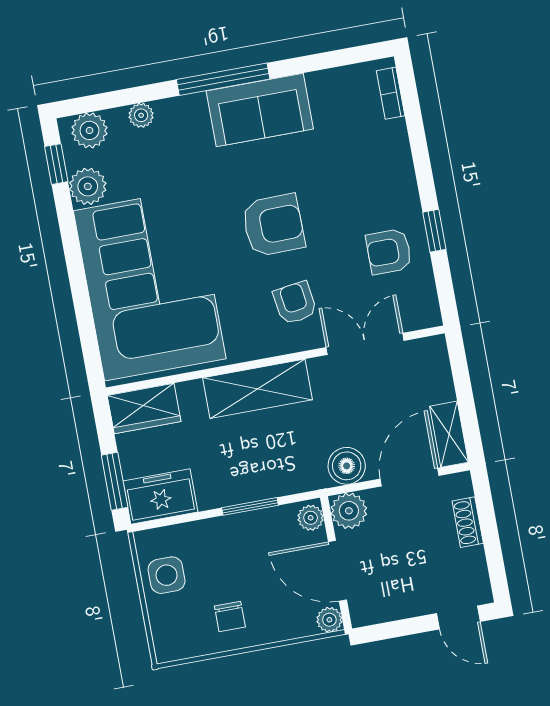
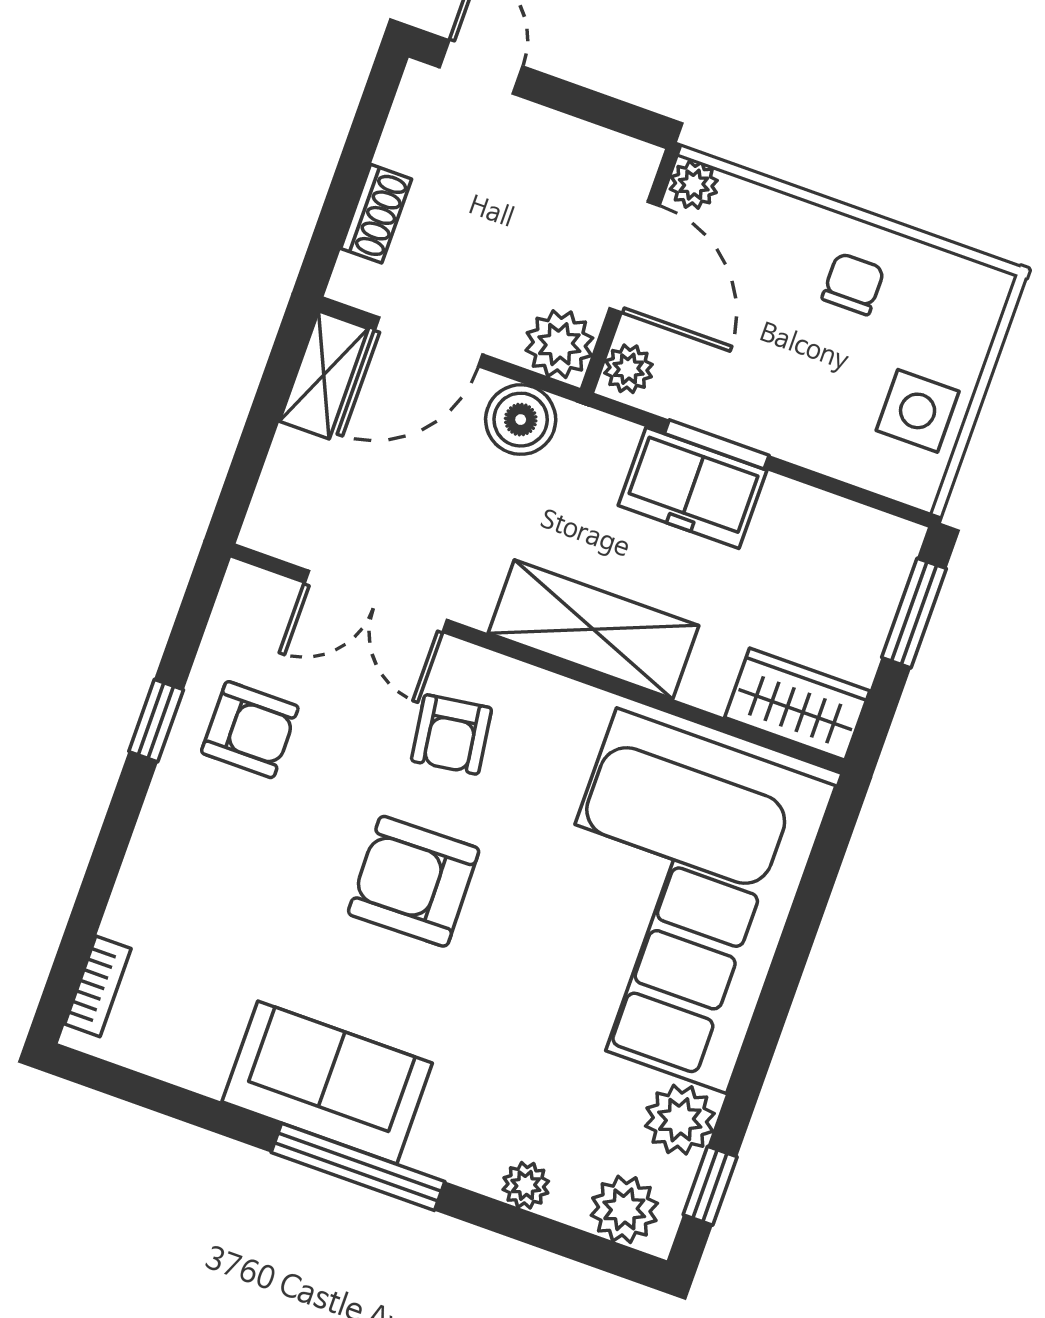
freezer: (160, 496) -> (692, 488), moved

